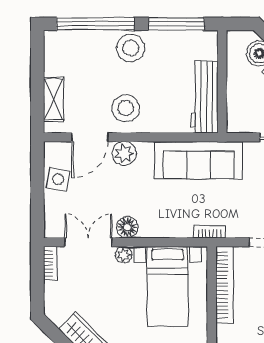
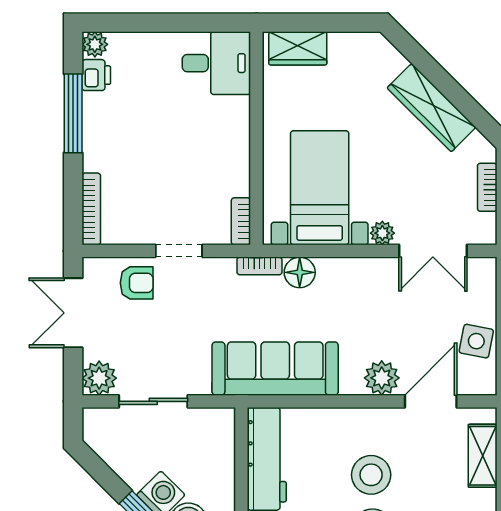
stool: (126, 108) -> (371, 475), moved
floor lamp: (127, 227) -> (300, 272), moved
bookcase: (50, 263) -> (487, 187), moved
bookcase: (225, 285) -> (241, 221), width x0.43, depth x0.76

